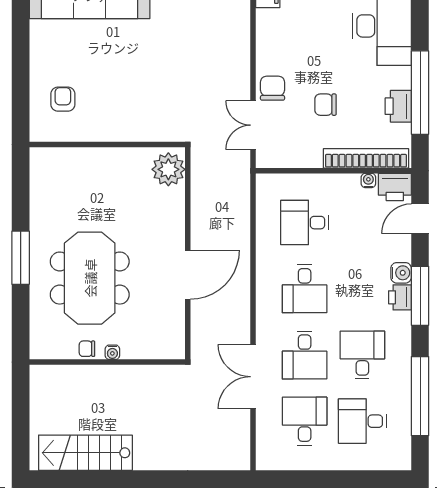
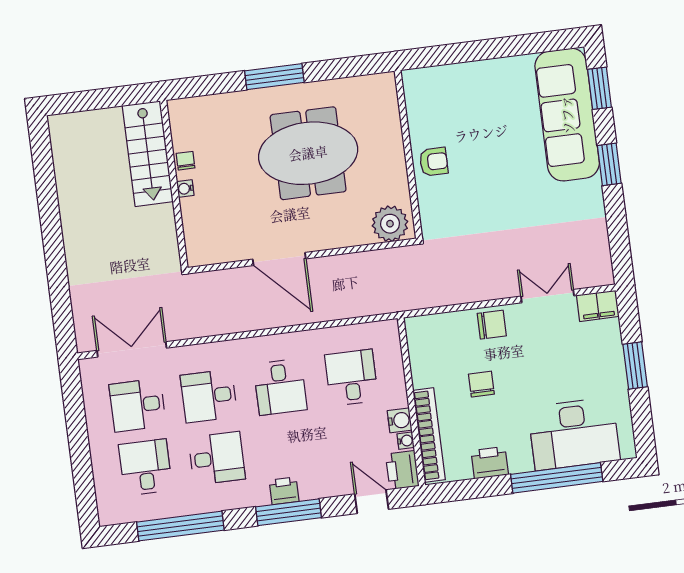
window: (420, 93) -> (557, 478), moved
armchair: (63, 99) -> (434, 162), moved
double door: (253, 125) -> (548, 296), moved
water cooler: (401, 273) -> (400, 420), moved, turned -90
meeting table: (90, 278) -> (308, 153), moved
desk: (305, 289) -> (280, 387), turned -90
double door: (253, 377) -> (132, 349), moved
desk: (305, 421) -> (137, 405), turned 180
stairs: (85, 453) -> (148, 154), moved, turned 180

